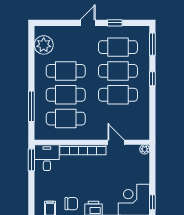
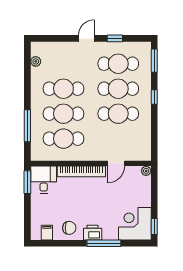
plant: (44, 45) -> (36, 61), width x0.53, depth x0.53
door: (116, 142) -> (116, 163), swing flipped

